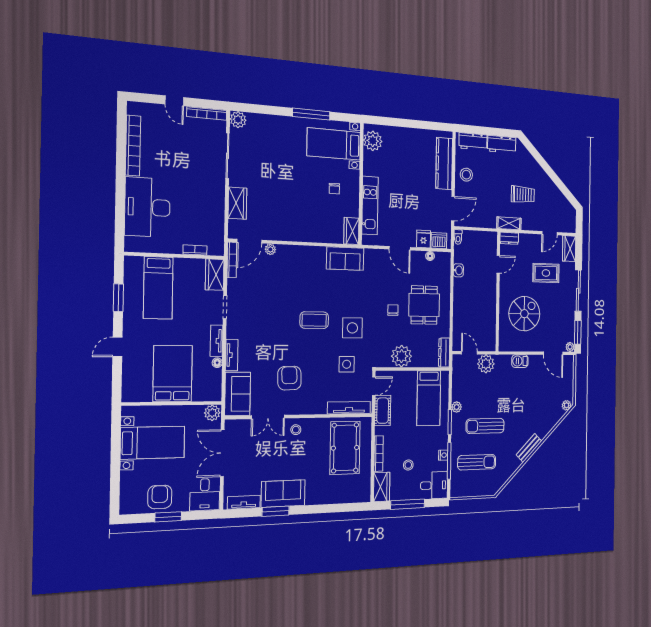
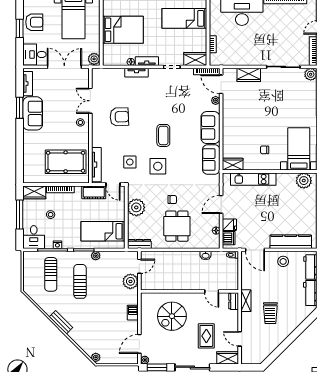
dining table: (424, 305) -> (177, 226), turned 90
spiral stairs: (524, 314) -> (172, 316), turned 90
sofa: (238, 394) -> (210, 128), moved, turned 90

